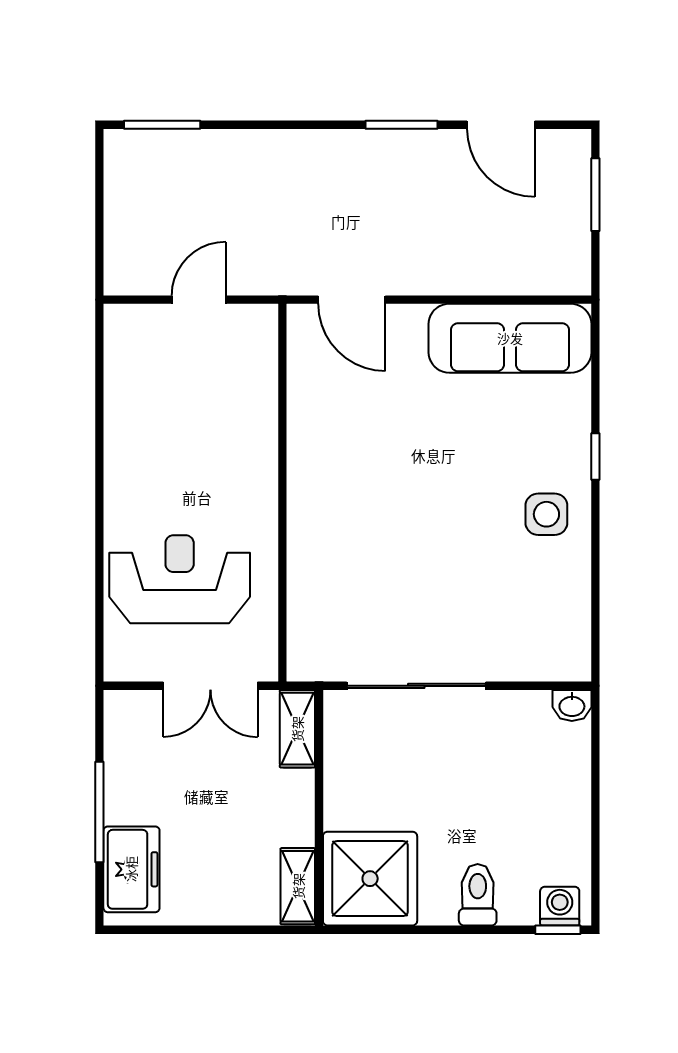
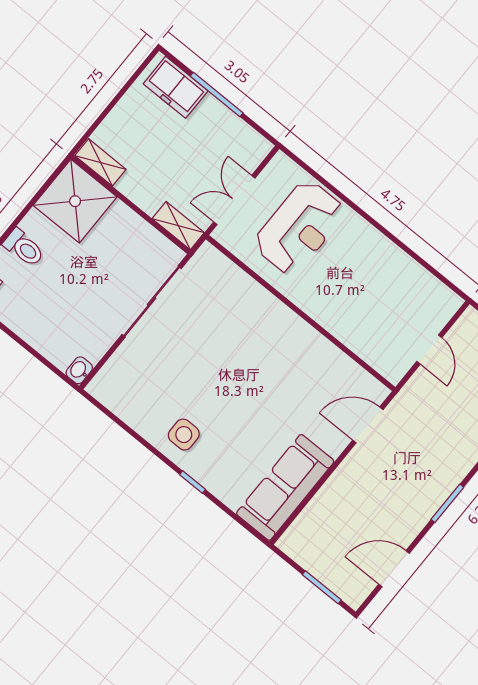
window: (402, 125) -> (447, 503), moved

